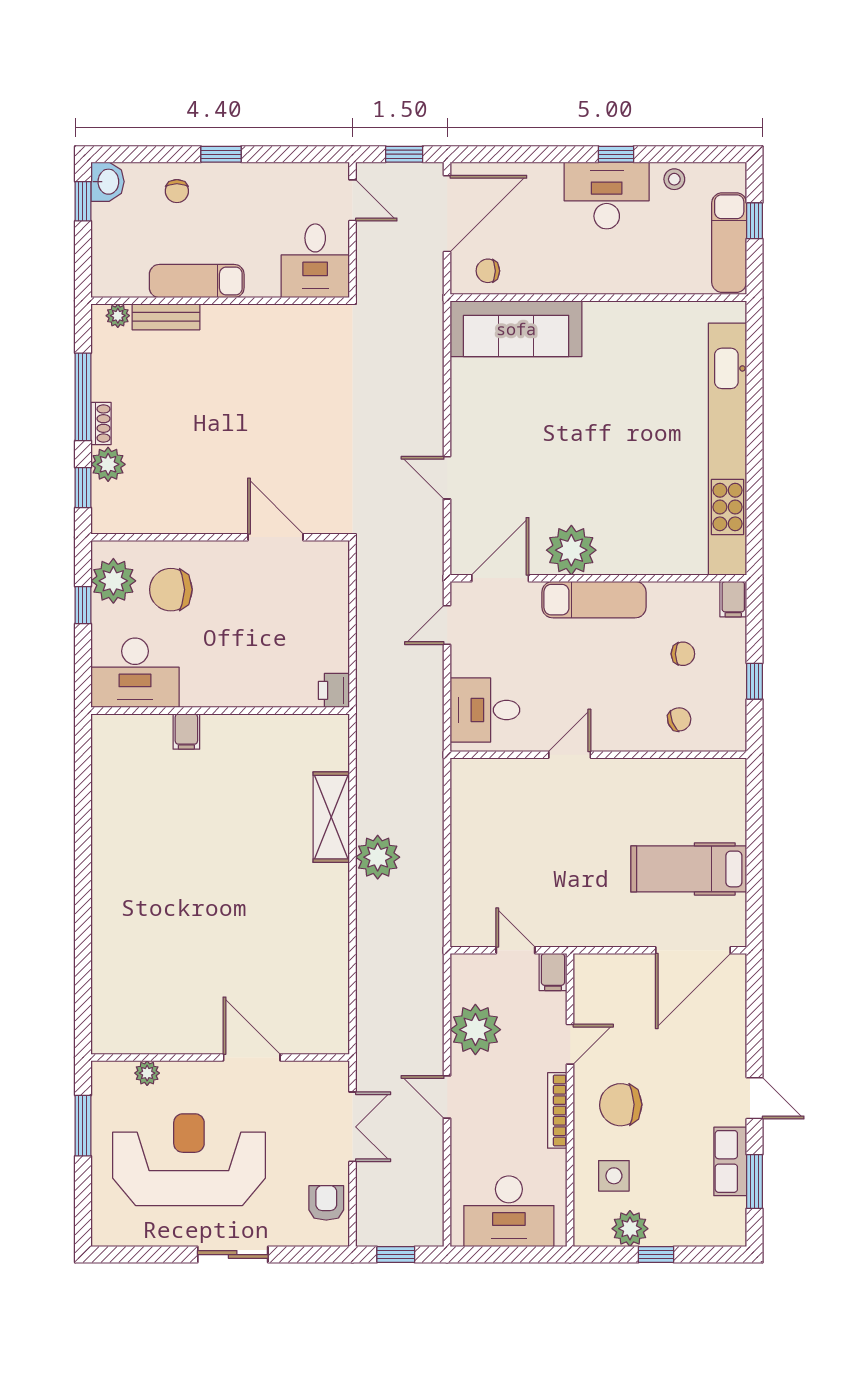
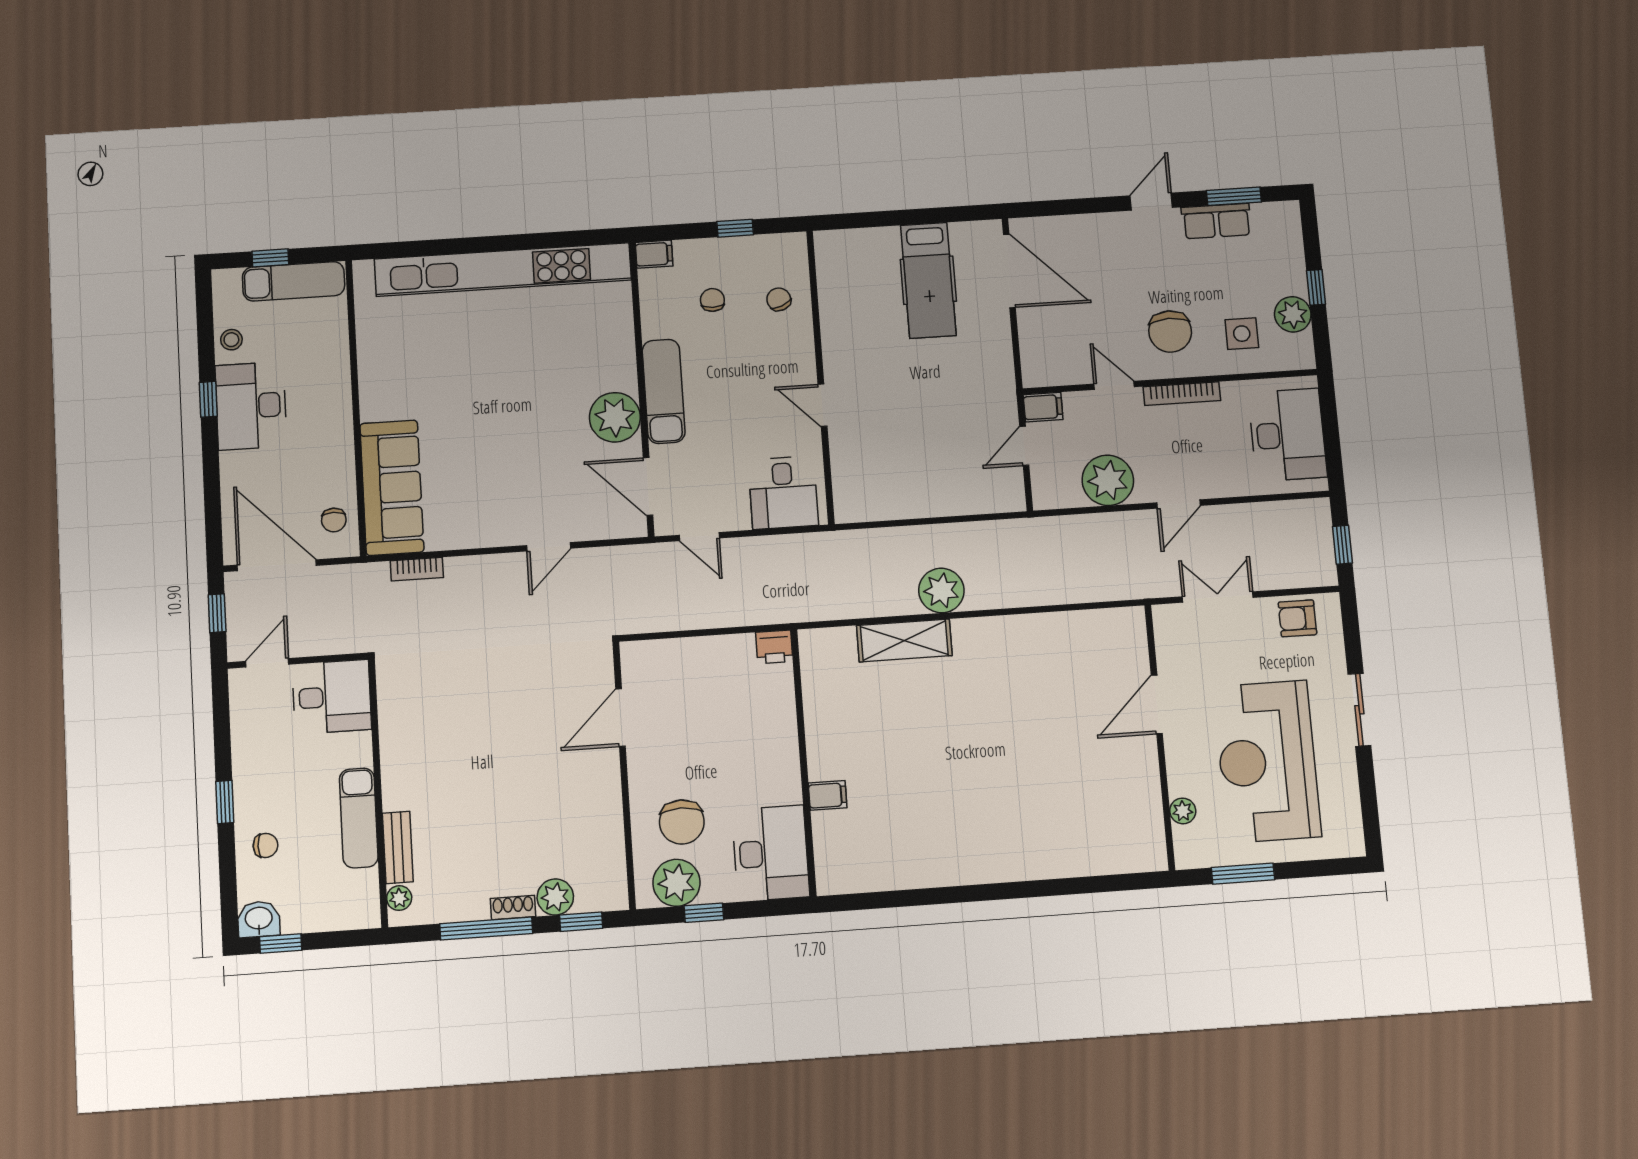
bookcase: (434, 349) -> (417, 569), added

